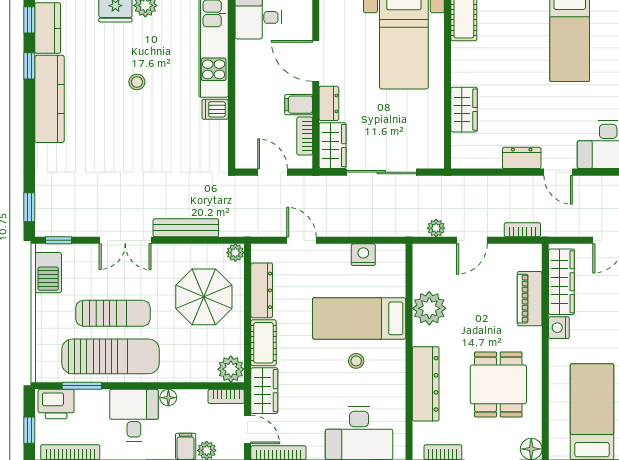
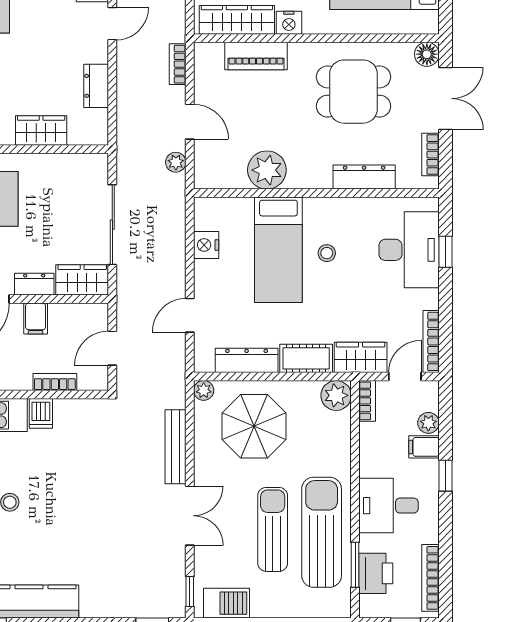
bookcase: (305, 136) -> (55, 382), moved, turned 180
dresser: (522, 158) -> (96, 86), moved
dresser: (426, 384) -> (364, 177), width x0.73, depth x0.80
floor lamp: (168, 398) -> (368, 467), removed
printer: (56, 404) -> (376, 573), moved

